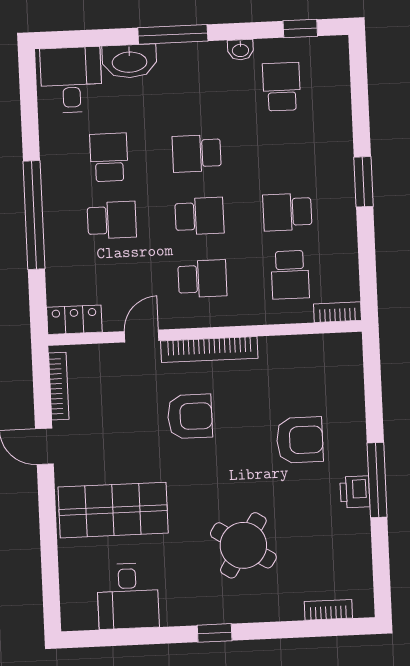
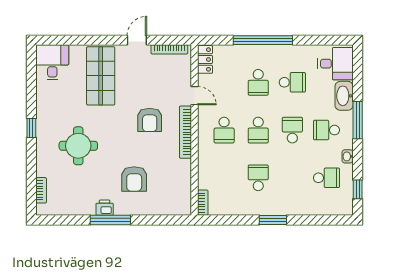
school desk: (290, 275) -> (326, 130), moved
round table: (243, 545) -> (78, 146), turned -32
desk: (128, 596) -> (52, 62), moved, turned 90

